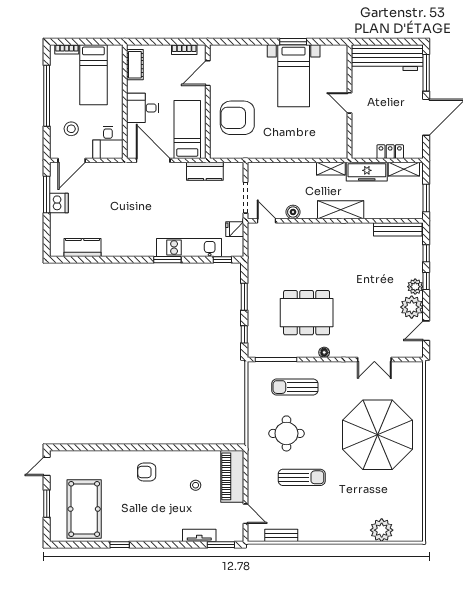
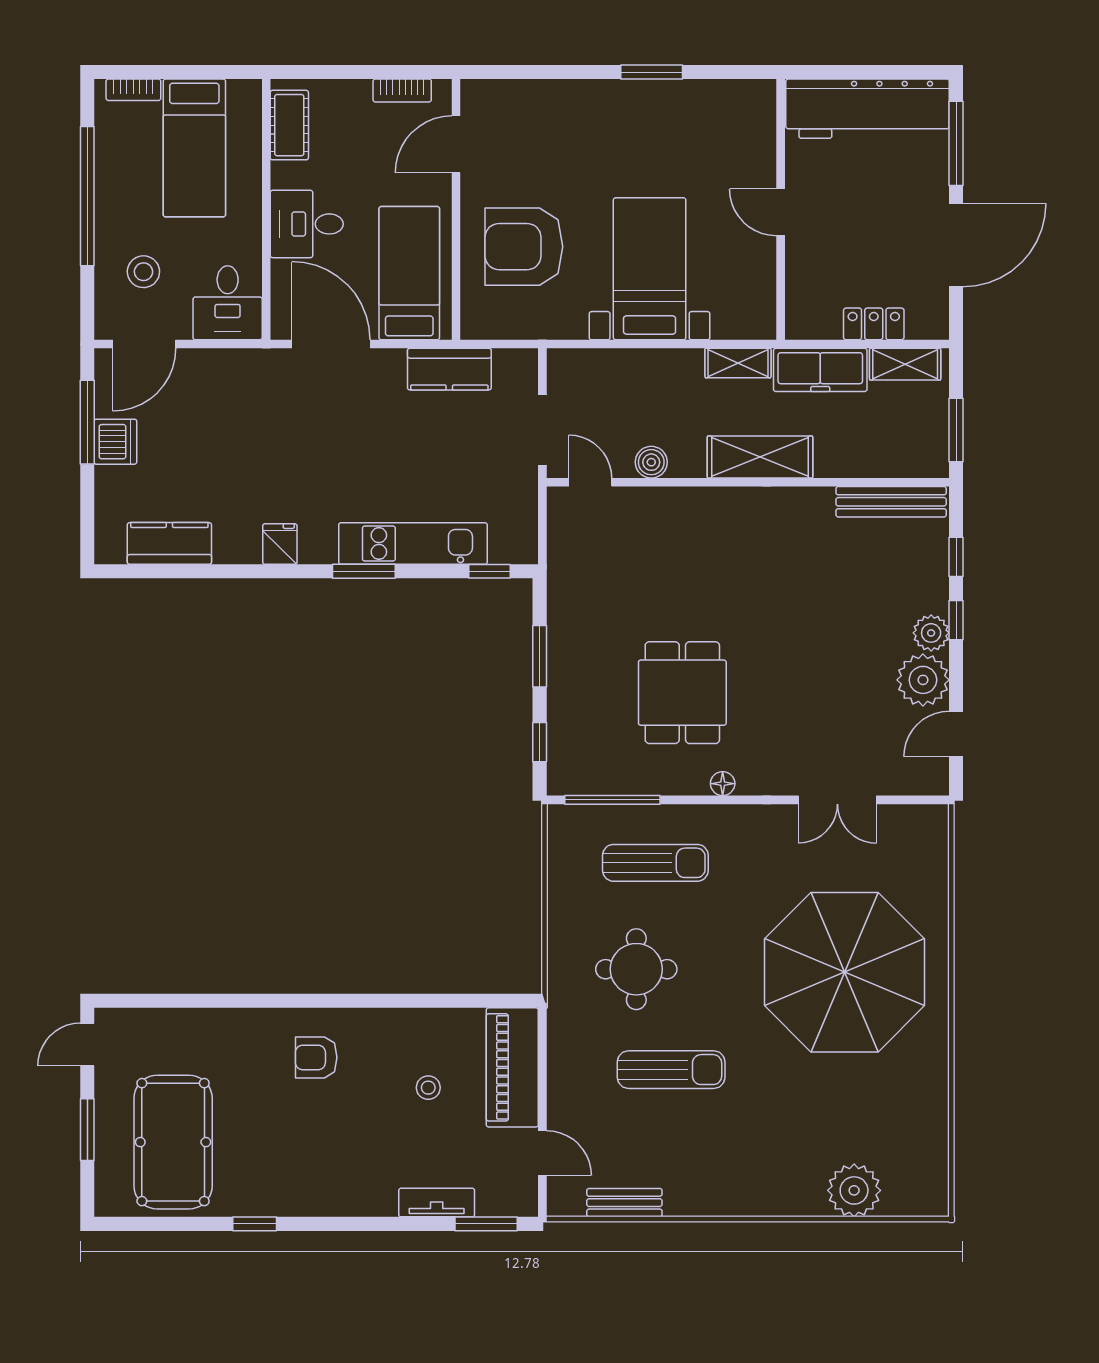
bed with nightstands: (294, 76) -> (650, 269), moved, turned 180
fridge: (235, 229) -> (280, 544), moved, turned 90
dining table: (307, 313) -> (682, 693), width x0.73
sun lounger: (295, 387) -> (655, 863), turned 180

